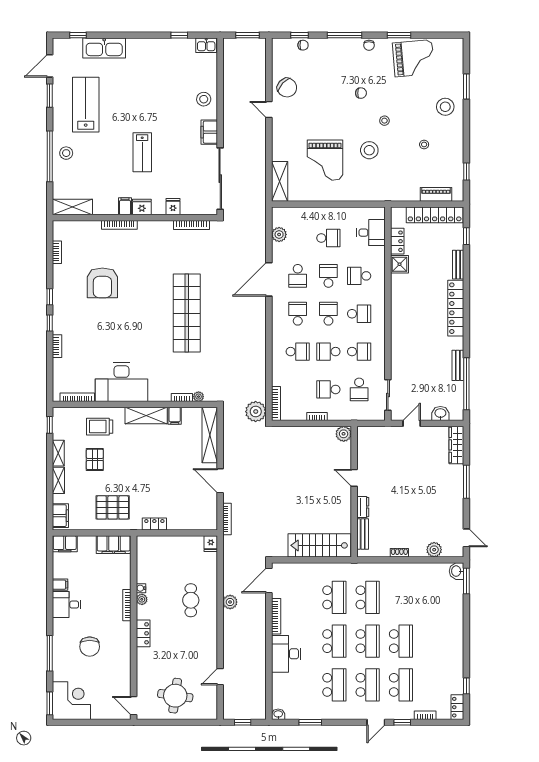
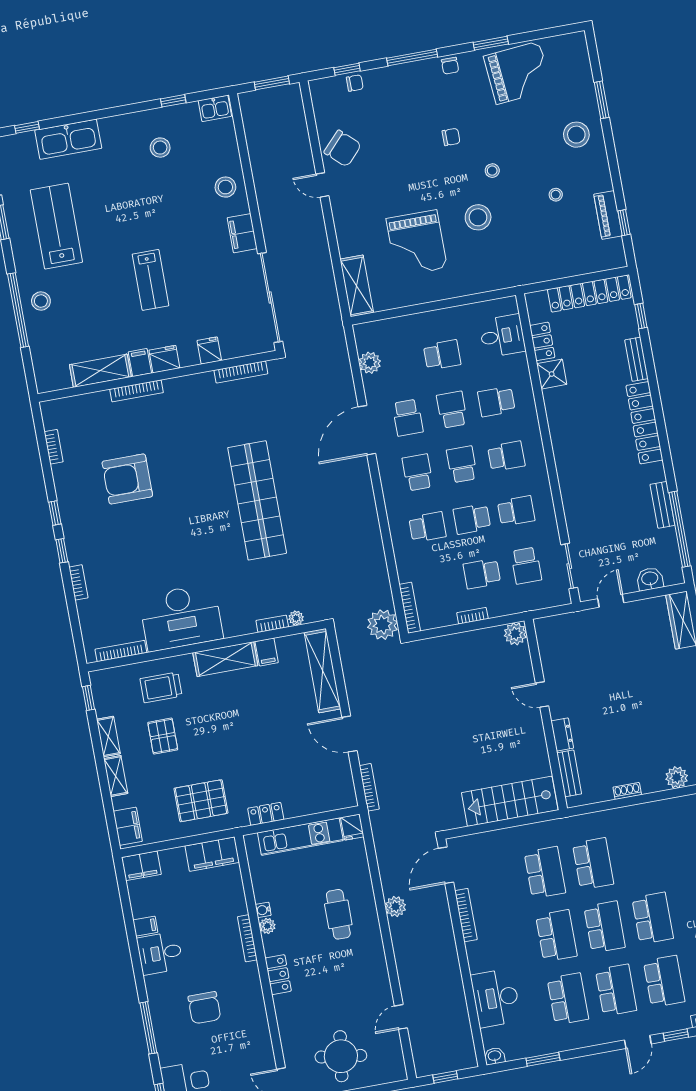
stool: (165, 65) -> (160, 148), added
piano: (436, 194) -> (608, 215), moved, turned -90
shelving: (72, 207) -> (100, 371), moved
armchair: (102, 283) -> (127, 479), turned 90
kitchen unit: (175, 544) -> (300, 837), added
desk: (286, 654) -> (496, 998), moved

